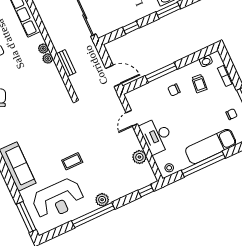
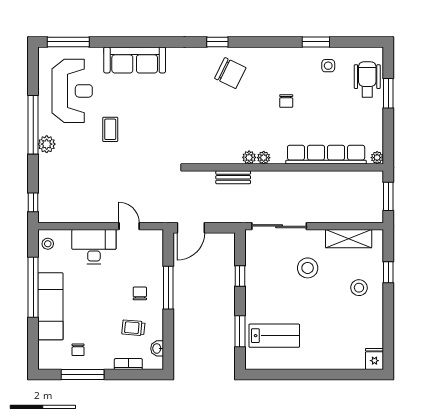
plant: (139, 157) -> (78, 214), removed
reception desk: (58, 199) -> (72, 91), turned 180

